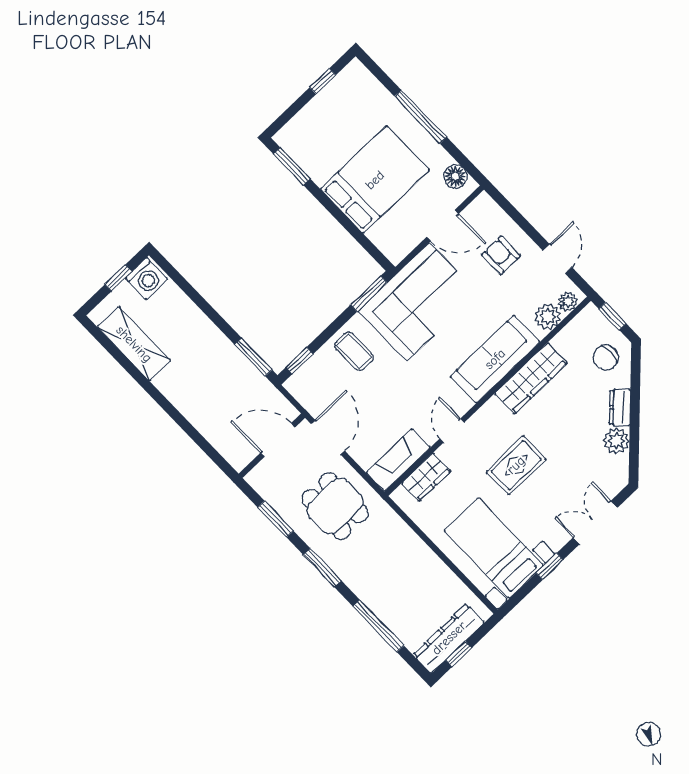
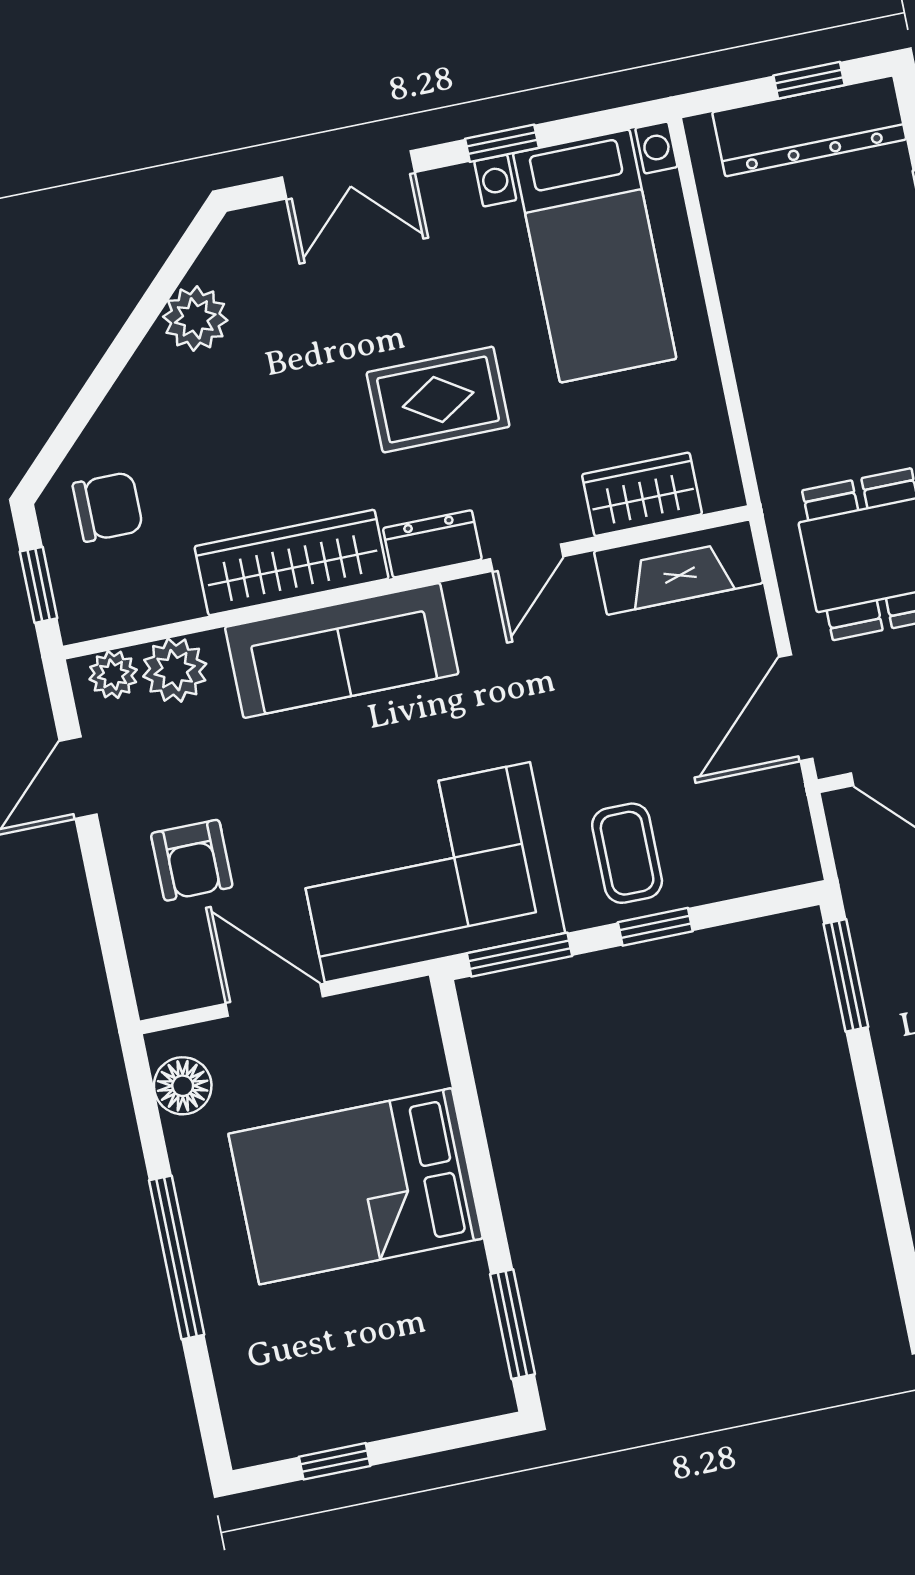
window: (299, 361) -> (655, 927), moved
dresser: (620, 408) -> (432, 544), moved, turned -135

